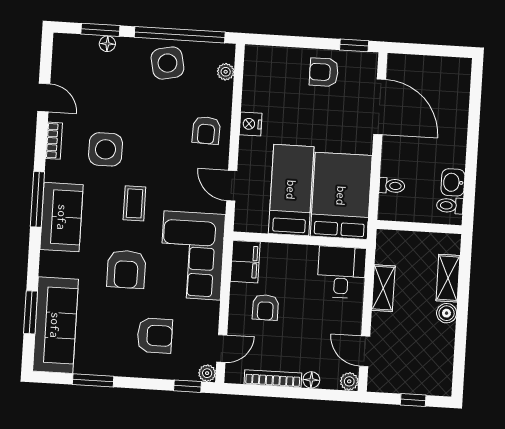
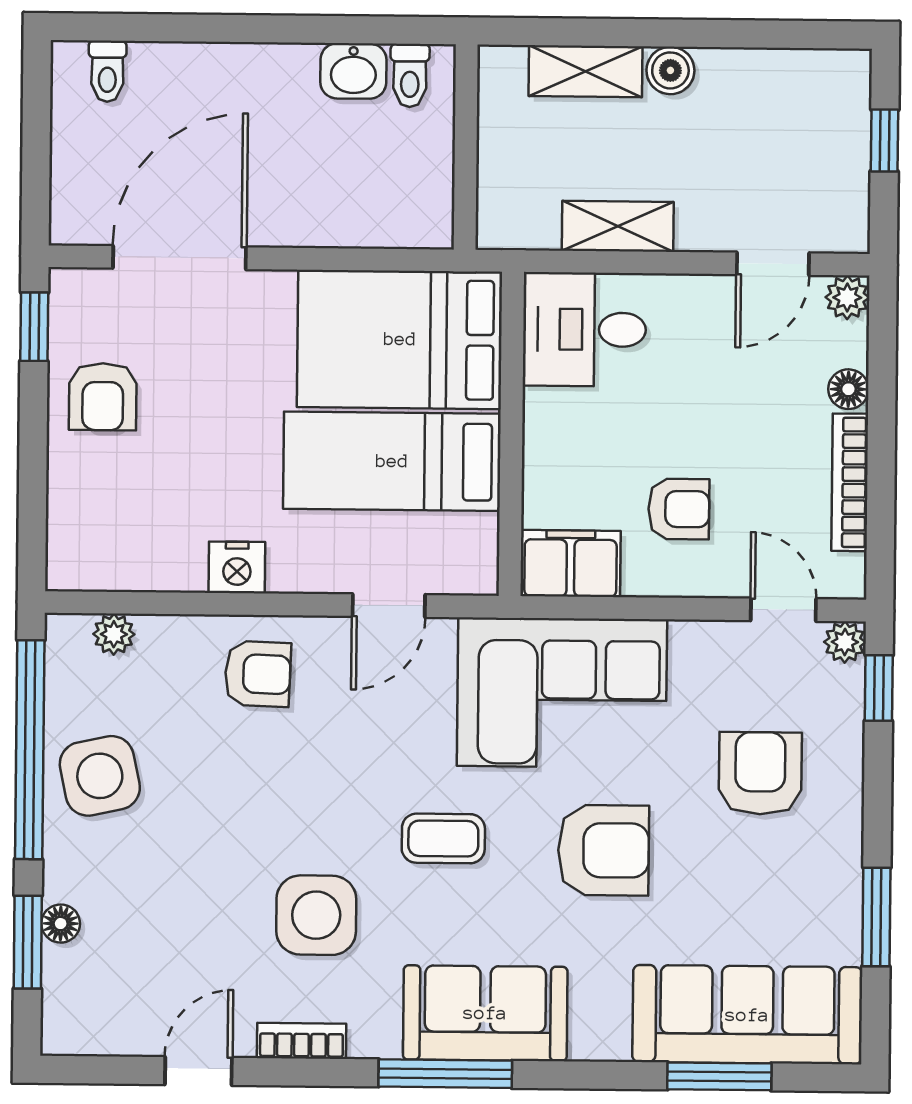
toilet: (392, 186) -> (107, 71), moved, turned 180

